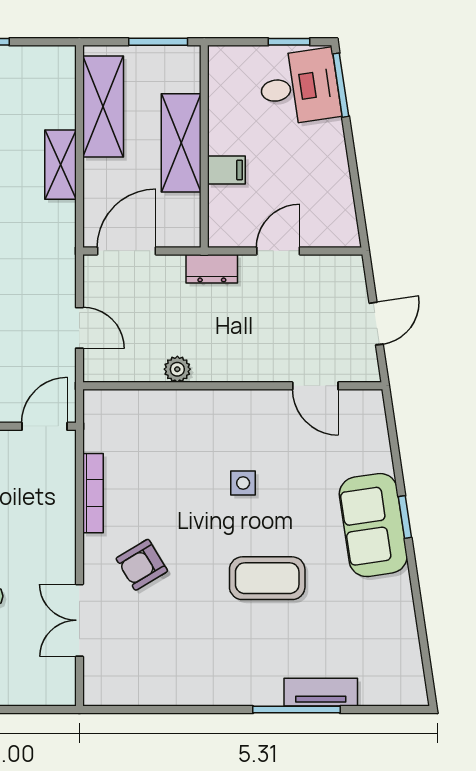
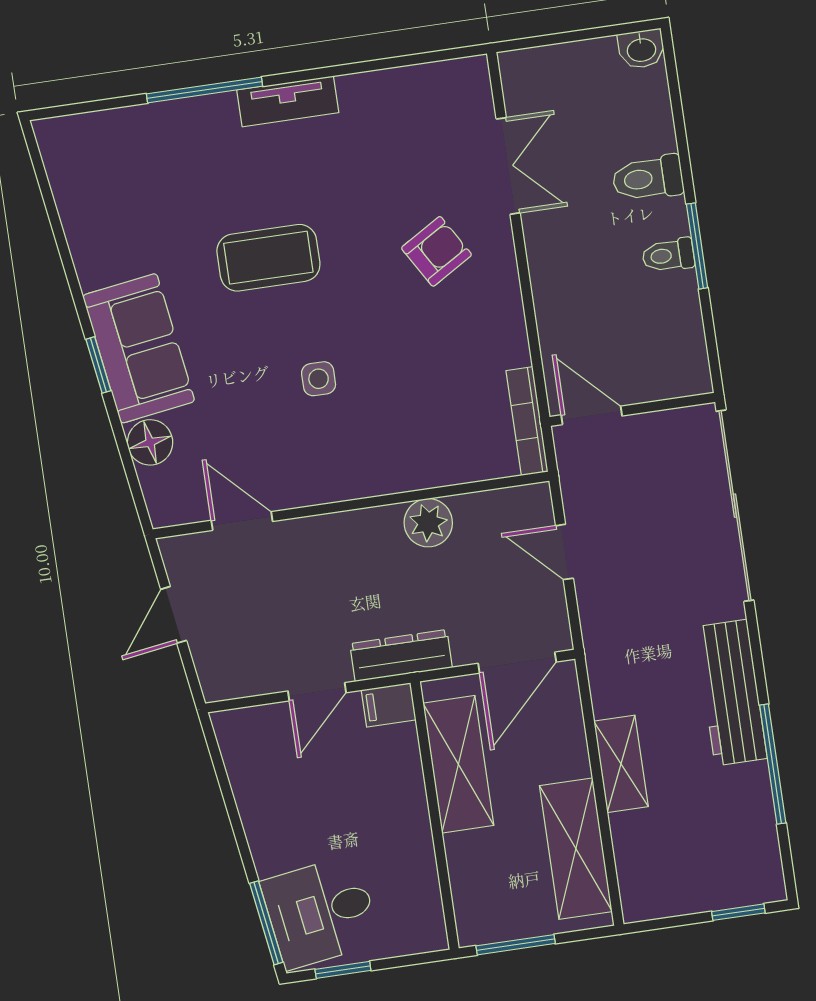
shelving: (181, 143) -> (458, 764), moved
filing cabinet: (226, 170) -> (389, 705), moved
dresser: (212, 269) -> (401, 656), width x1.44
plant: (177, 369) -> (428, 523), width x1.38, depth x1.38
door: (45, 426) -> (592, 415), swing flipped
floor lamp: (375, 454) -> (150, 442), added
bookcase: (93, 493) -> (527, 421), moved
tv unit: (321, 692) -> (288, 101), moved

